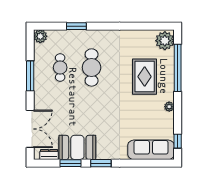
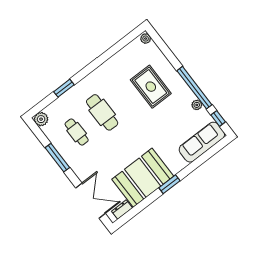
plant: (165, 41) -> (146, 39), width x0.53, depth x0.53
window: (178, 68) -> (194, 88), moved
plant: (169, 107) -> (197, 105), moved
booth: (77, 147) -> (143, 178), width x1.36, depth x1.42
window: (70, 163) -> (145, 203), removed

